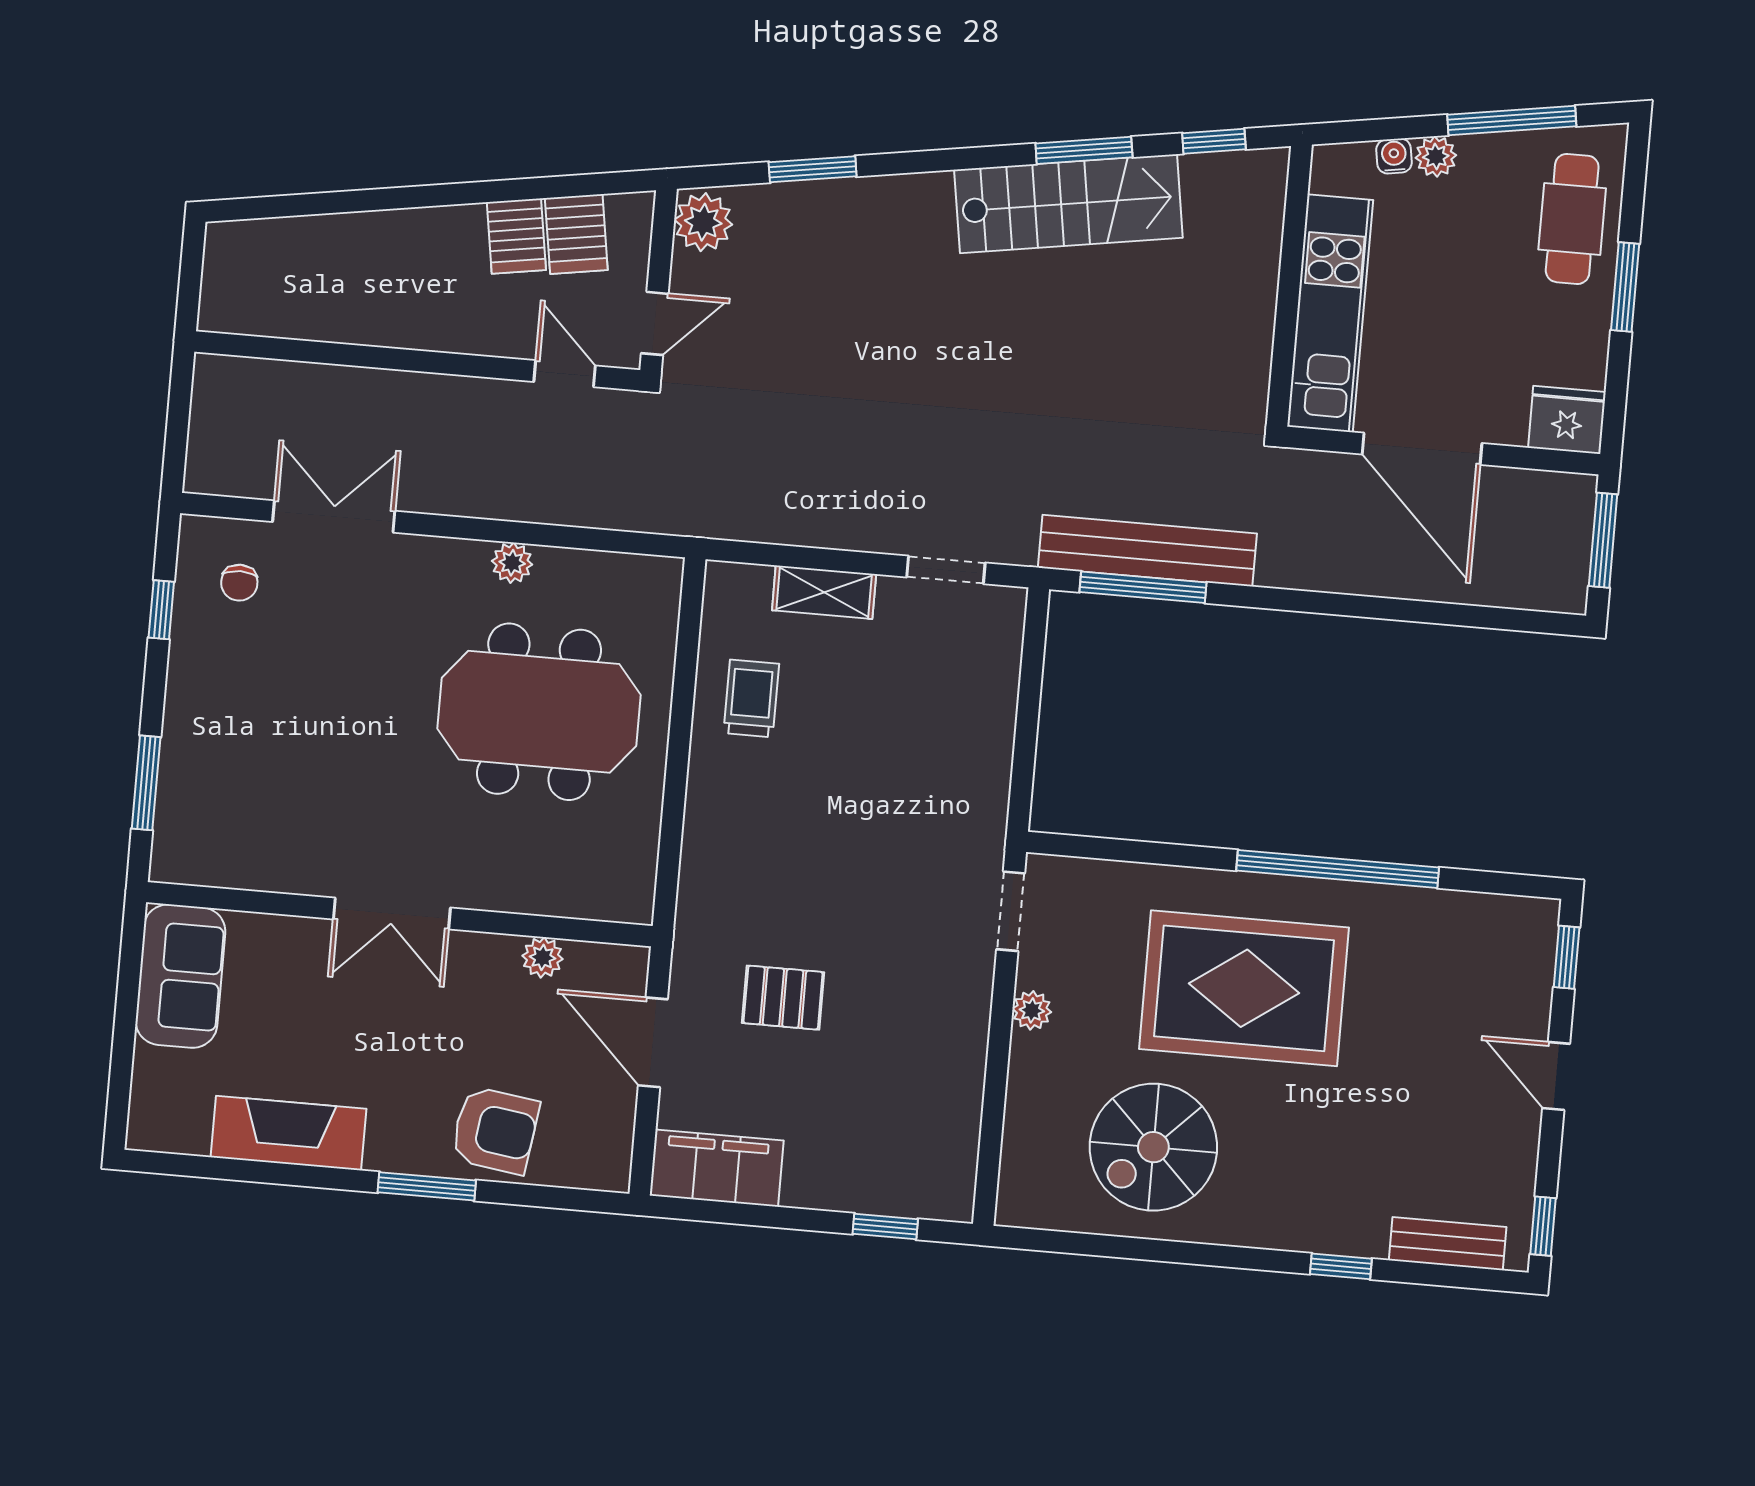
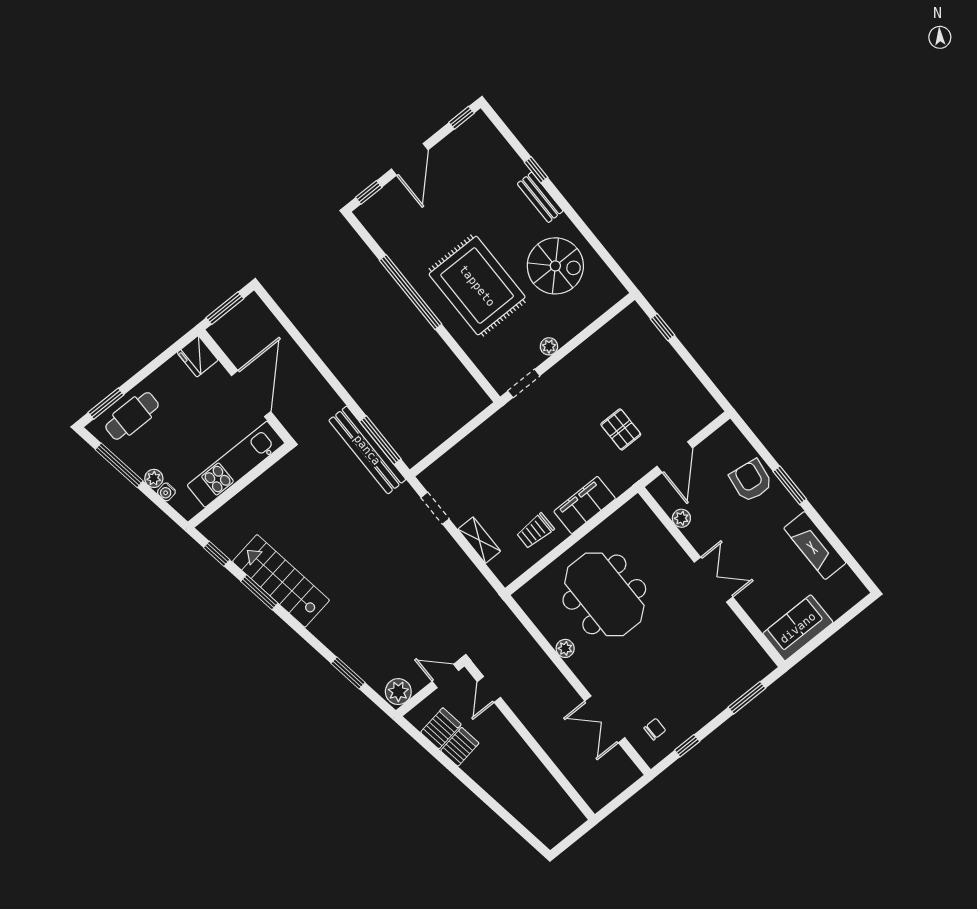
window: (1625, 287) -> (106, 404), moved
door: (1556, 1076) -> (410, 159), width x1.37
filing cabinet: (717, 1168) -> (585, 505), moved, turned 90
bench: (1448, 1244) -> (540, 197), moved

